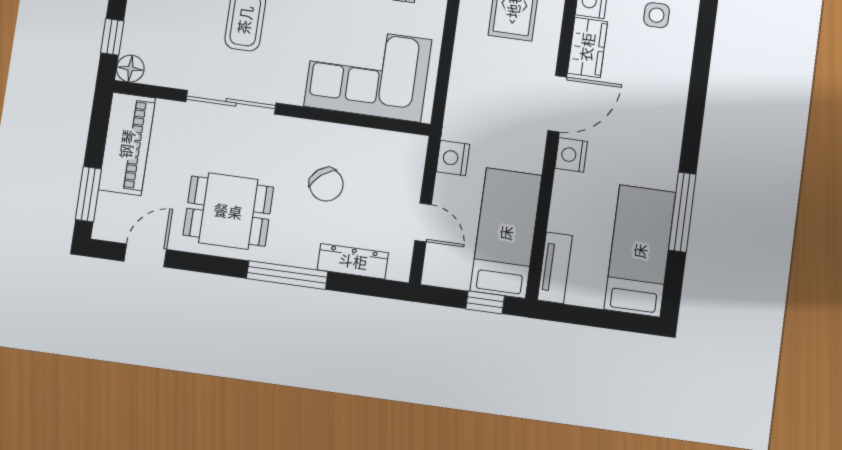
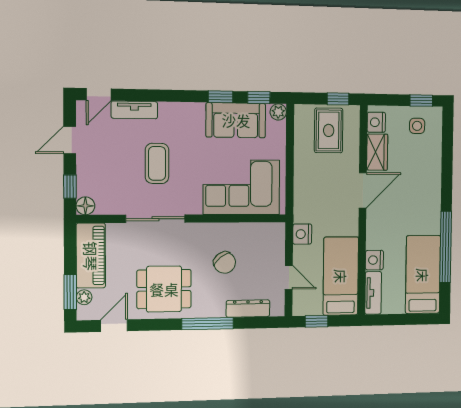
nightstand: (571, 155) -> (374, 260), moved
plant: (107, 205) -> (84, 297), added
window: (682, 212) -> (446, 247), width x1.46
window: (485, 302) -> (316, 321), moved

